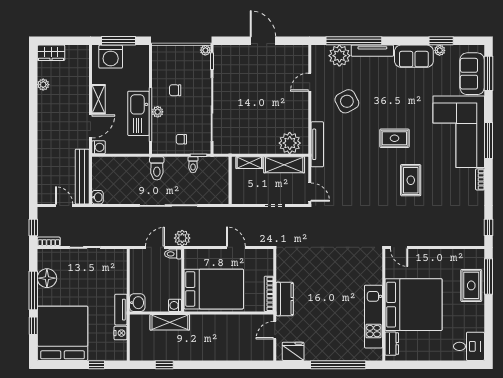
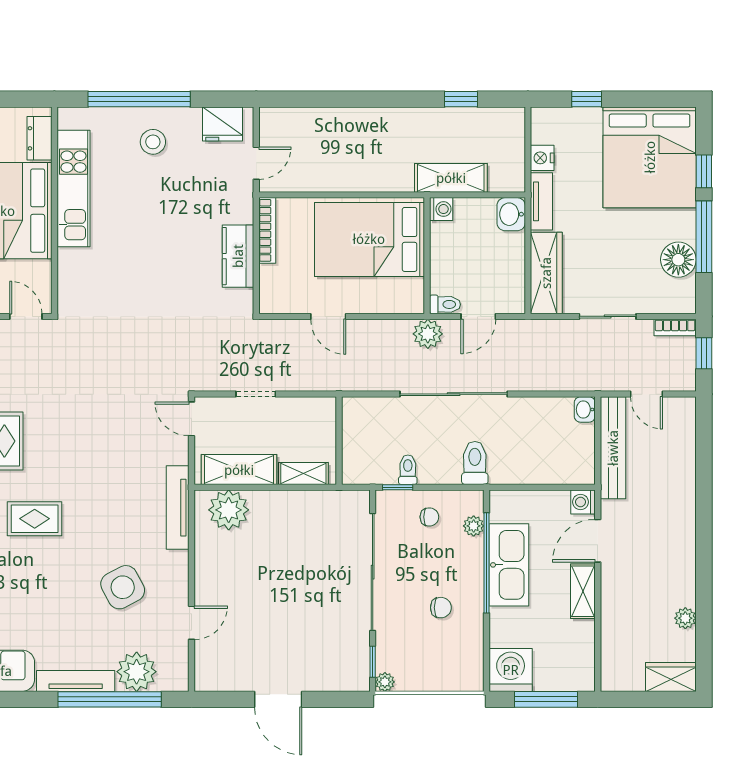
washing machine: (111, 57) -> (511, 670), moved
plant: (158, 112) -> (474, 526), moved
wardrobe: (118, 271) -> (546, 273), added
kitchen counter: (285, 299) -> (238, 256), moved
stool: (331, 342) -> (153, 142), added

